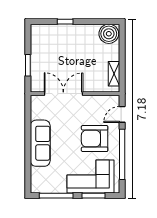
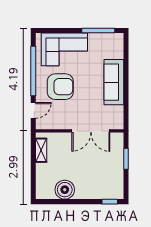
window: (65, 22) -> (110, 202), moved
boiler: (109, 34) -> (65, 190), moved
window: (94, 196) -> (61, 31), removed

